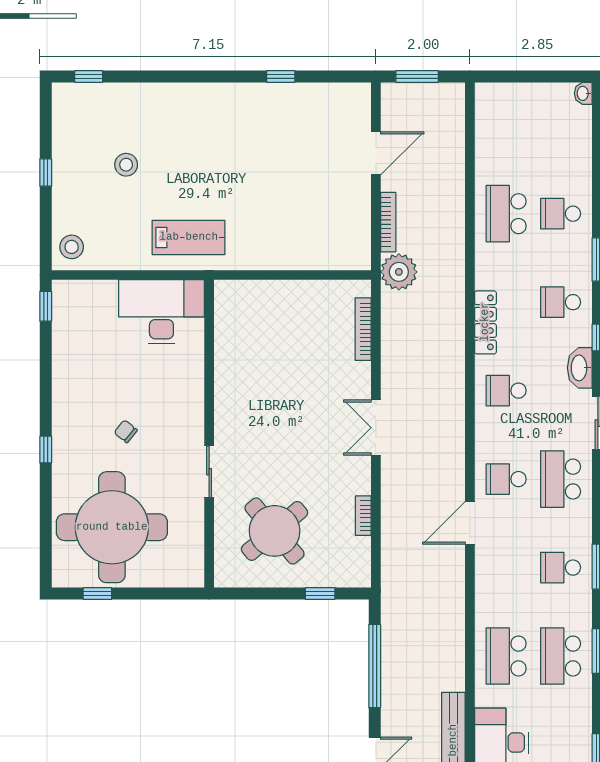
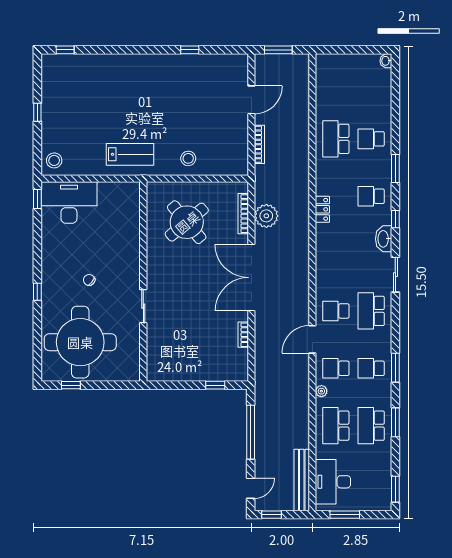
stool: (126, 165) -> (188, 158), moved
plant: (399, 272) -> (266, 216), moved
desk: (161, 312) -> (69, 203), moved
locker: (485, 322) -> (322, 209), width x0.66
school desk: (506, 391) -> (336, 368), moved
double door: (376, 428) -> (251, 278), width x1.87
round table: (275, 531) -> (187, 222), moved
plant: (484, 603) -> (321, 391), added

